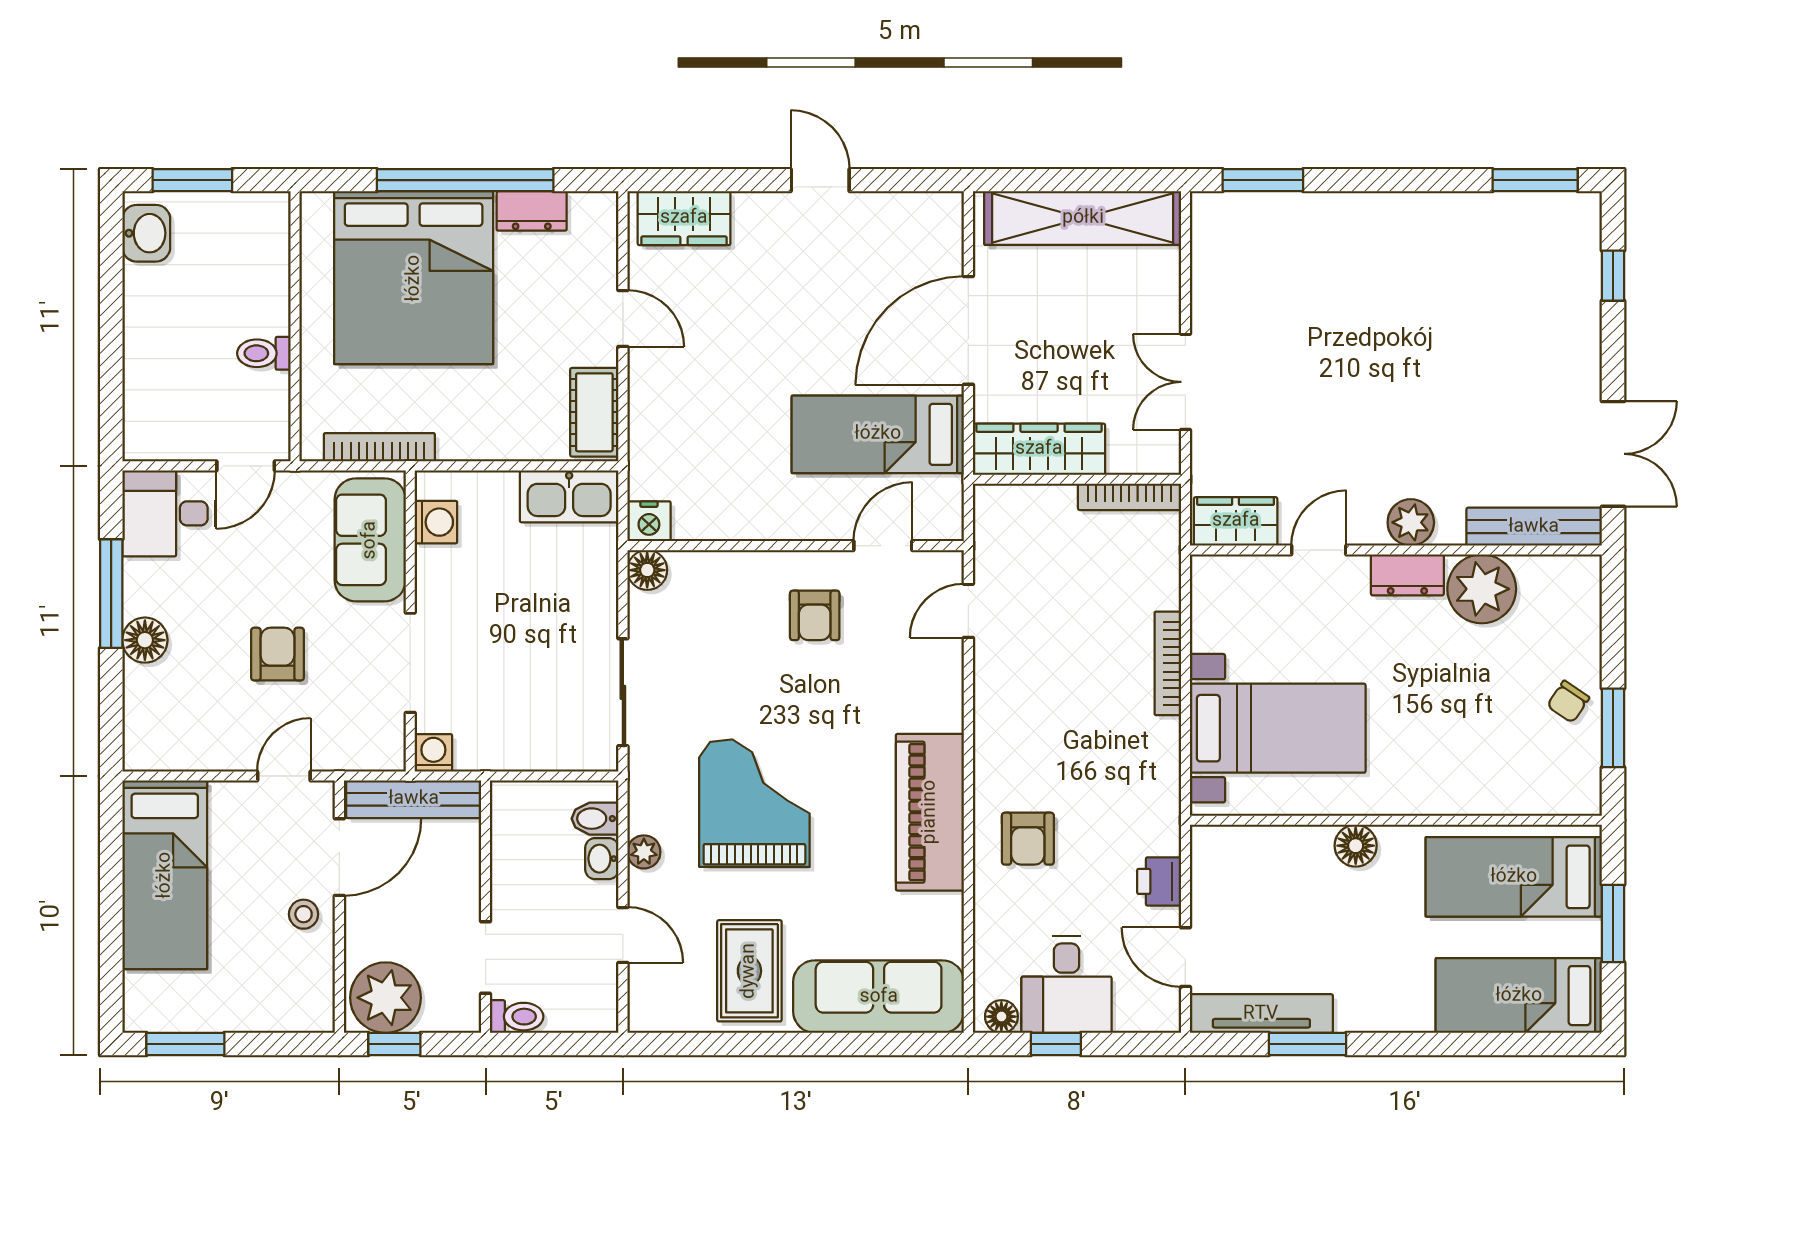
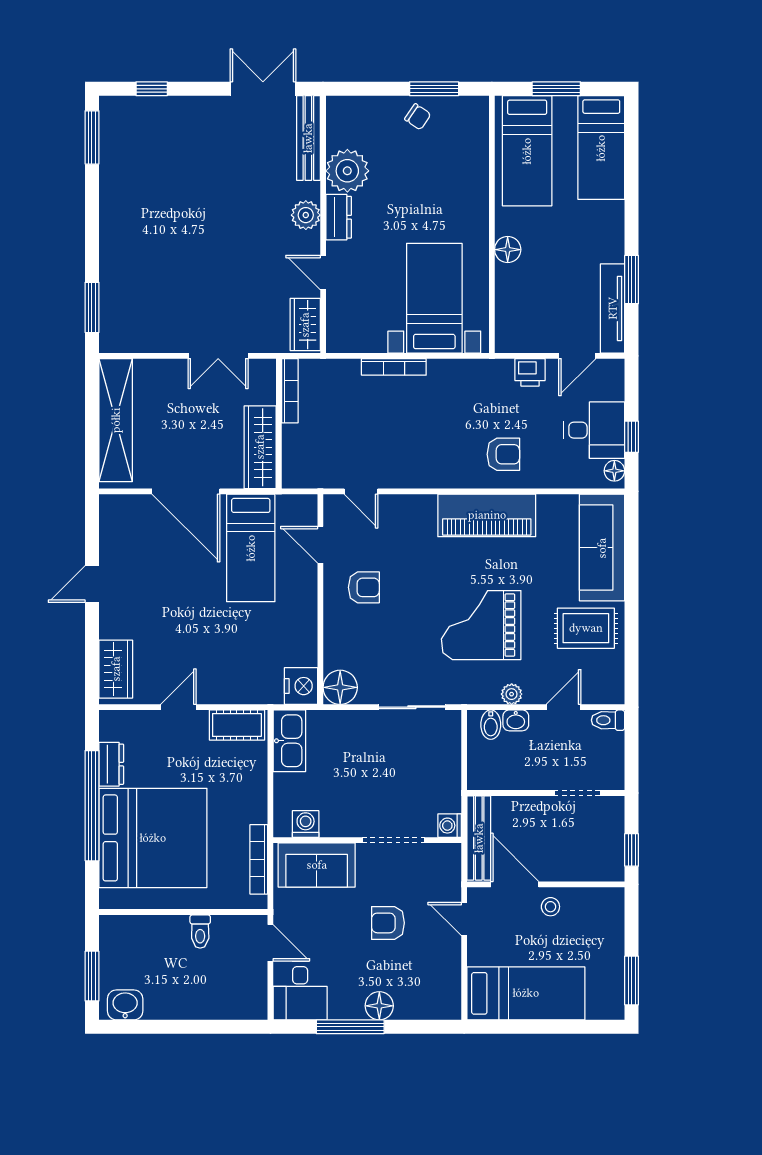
nightstand: (649, 521) -> (301, 686), width x1.36, depth x1.33
floor lamp: (647, 570) -> (340, 687), width x1.38, depth x1.38
plant: (386, 998) -> (603, 855), removed
toilet: (517, 1017) -> (608, 720), moved, turned -90

